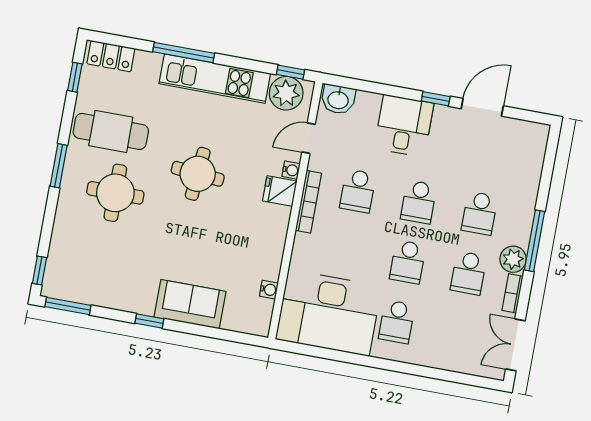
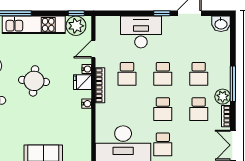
washbasin: (338, 99) -> (221, 24), moved
desk: (404, 126) -> (141, 32), width x1.37
water cooler: (269, 290) -> (87, 104), moved

